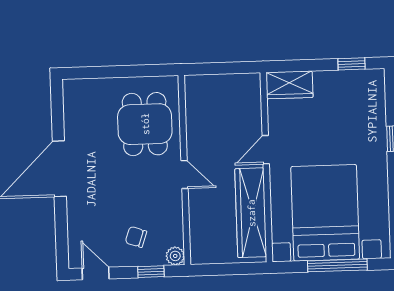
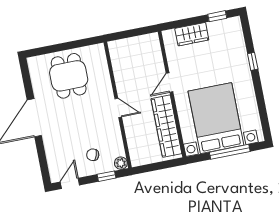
wardrobe: (289, 85) -> (192, 34), moved
dining table: (145, 124) -> (69, 76), moved
door: (96, 273) -> (70, 183), hinge flipped

